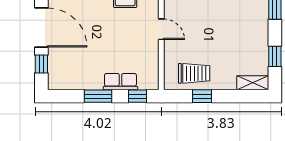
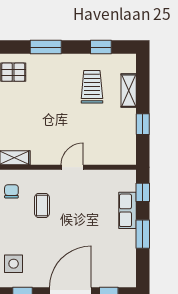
trolley: (194, 73) -> (92, 87), moved
shelving: (253, 83) -> (129, 91), moved

